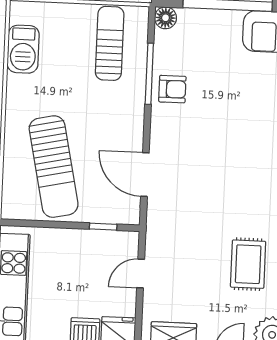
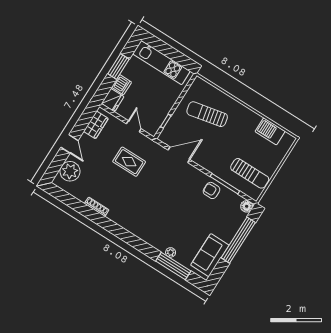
armchair: (172, 89) -> (212, 190), turned 90
sun lounger: (54, 167) -> (207, 114), width x0.73, depth x0.75
rug: (248, 264) -> (129, 162), moved

